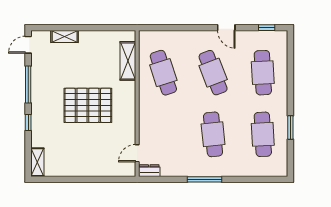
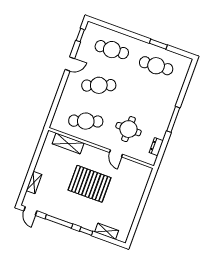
pallet: (88, 105) -> (90, 184), turned 90
round table: (173, 129) -> (128, 129), added
cafe table: (213, 134) -> (143, 101), removed
door: (137, 153) -> (116, 153), moved
shelving: (37, 162) -> (107, 231), moved
dresser: (149, 171) -> (156, 147), moved

